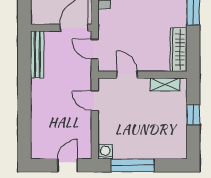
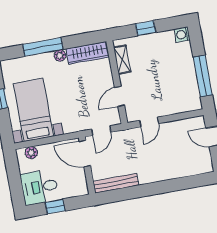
plant: (181, 20) -> (60, 55), added
washing machine: (105, 152) -> (182, 34), moved

